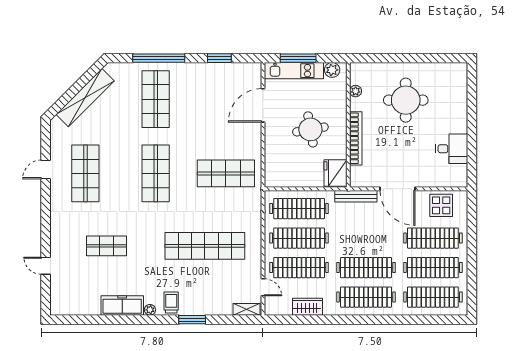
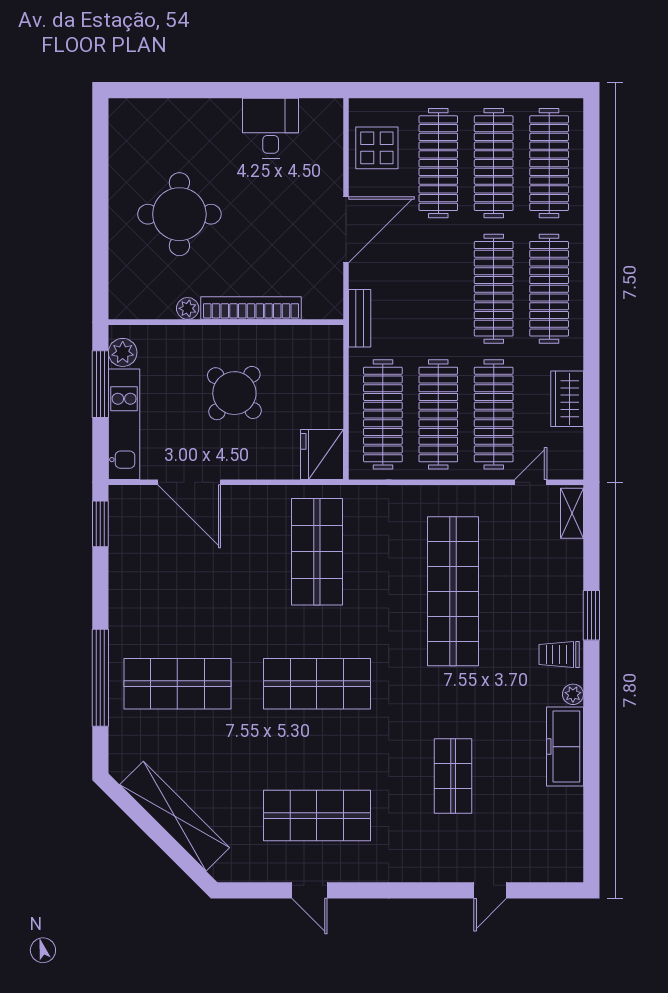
window: (219, 58) -> (100, 524), moved
window: (298, 58) -> (100, 384), moved
plant: (356, 91) -> (188, 308), moved
round table: (310, 129) -> (234, 393), turned -37
fridge: (335, 173) -> (322, 454), moved, turned 90
bench: (356, 196) -> (360, 318), width x0.73

